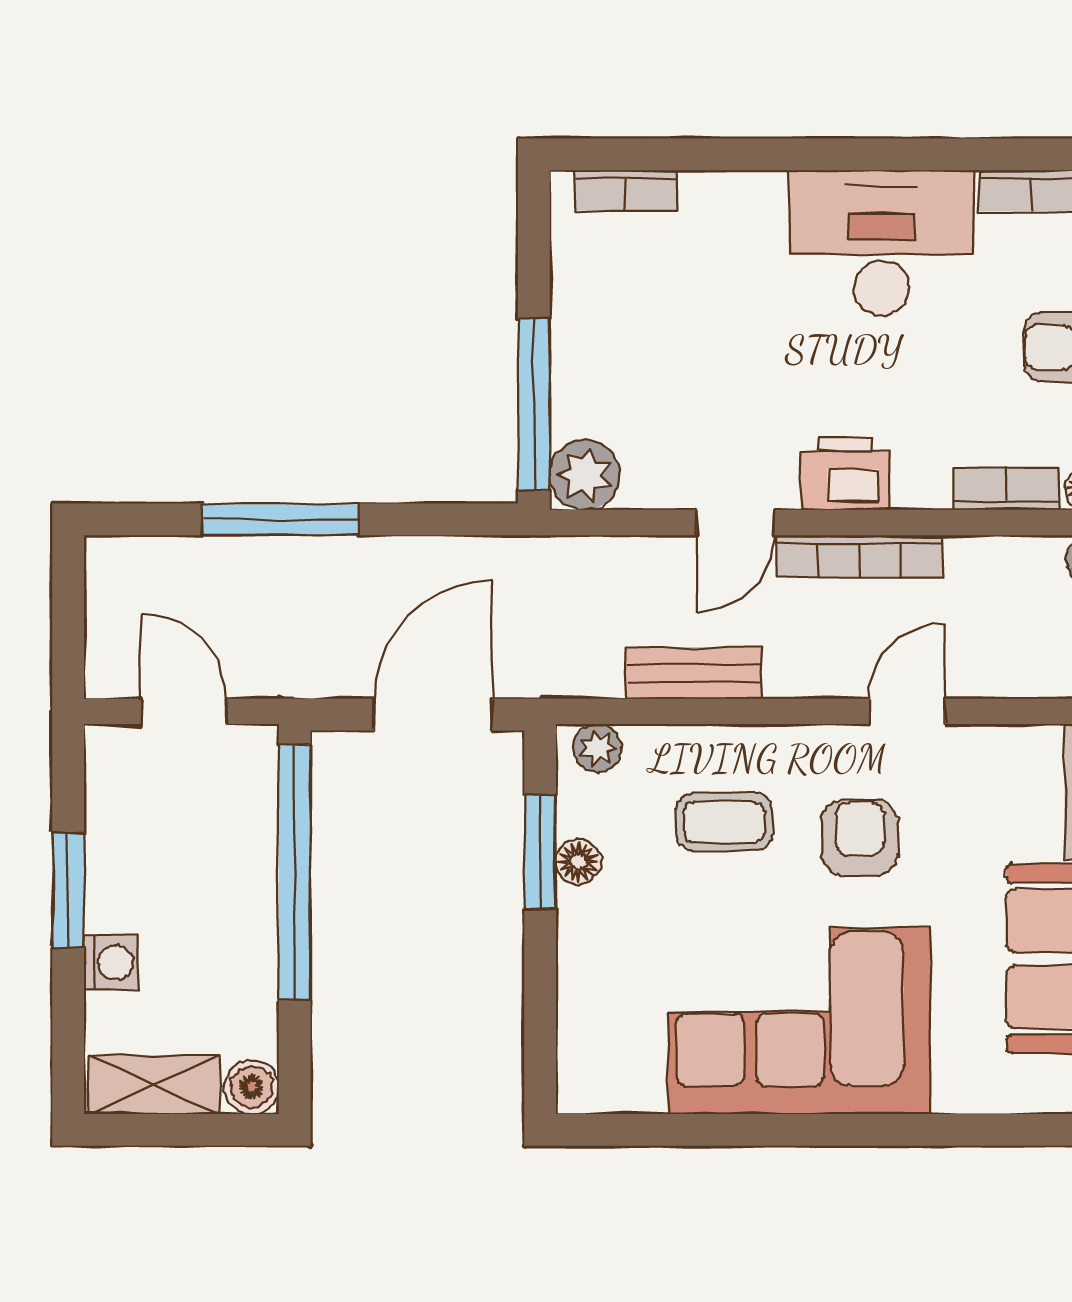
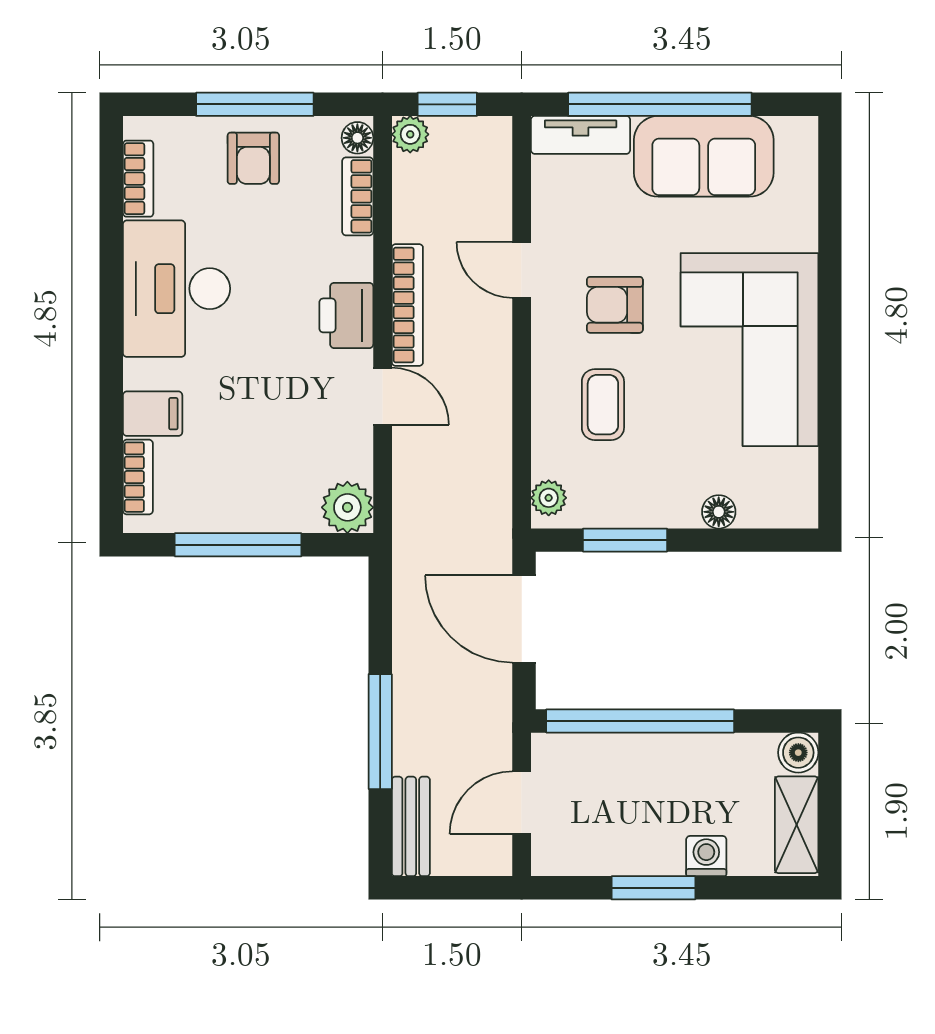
filing cabinet: (712, 210) -> (153, 414), added
window: (534, 404) -> (238, 545), moved
bench: (694, 673) -> (411, 826), moved
floor lamp: (579, 862) -> (719, 512), moved

